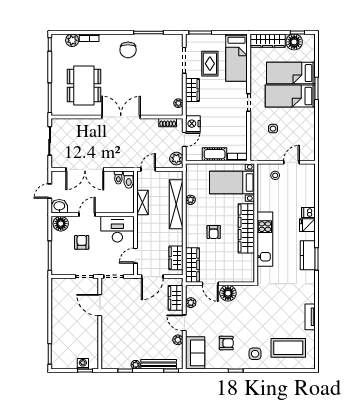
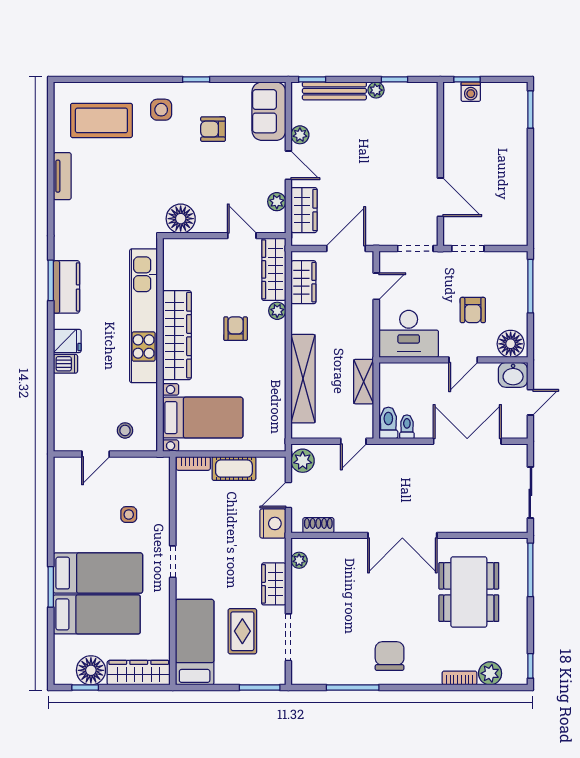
plant: (190, 200) -> (277, 311), moved
kitchen unit: (265, 239) -> (144, 316), width x1.36
floor lamp: (228, 293) -> (181, 219), moved

